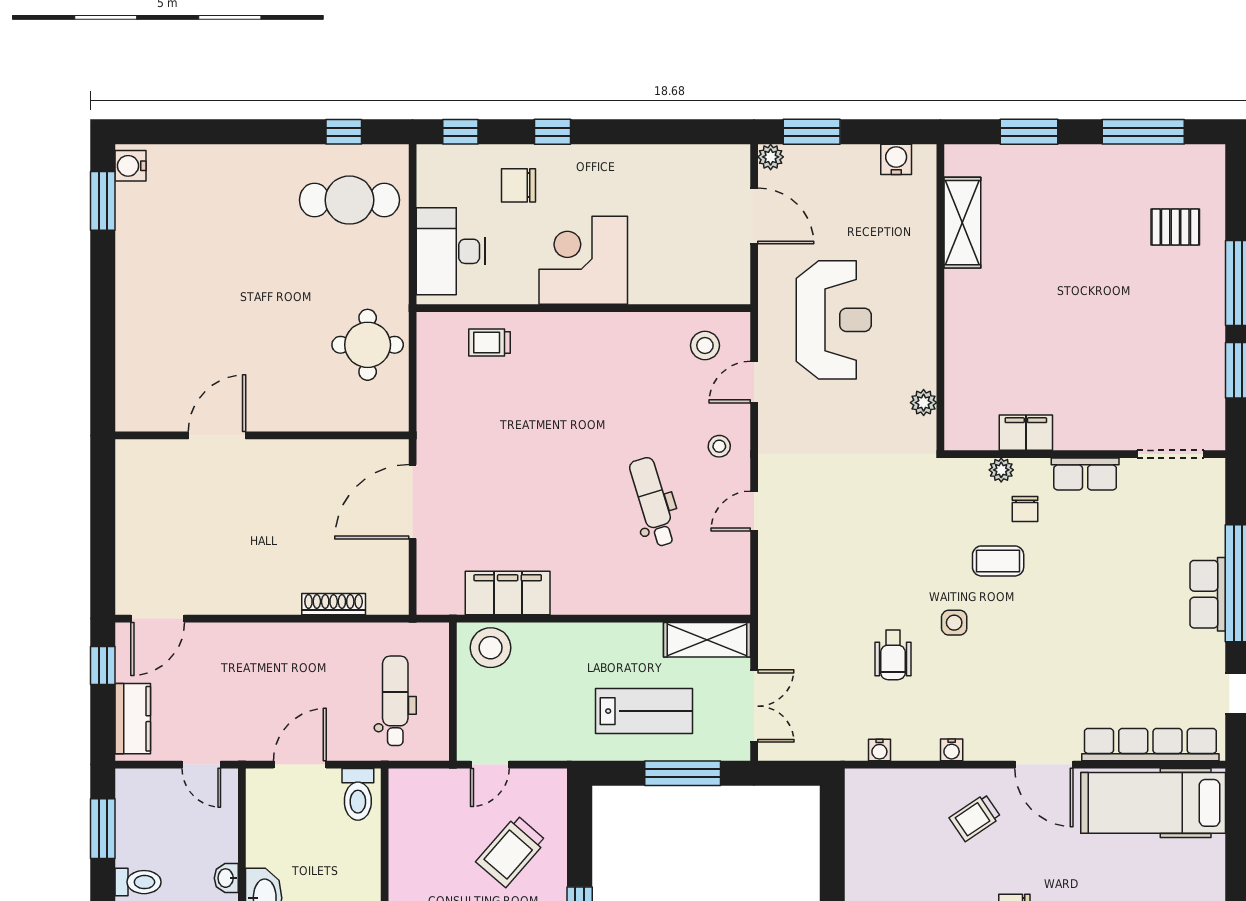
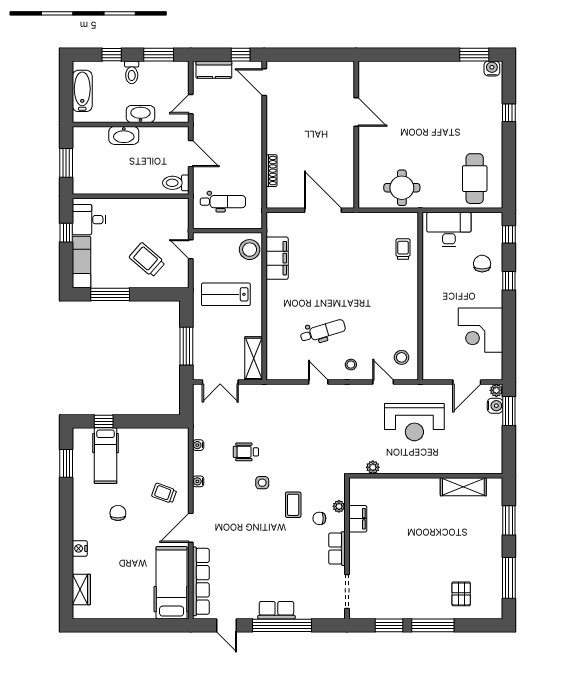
window: (344, 132) -> (509, 113), moved
water cooler: (896, 159) -> (495, 406), moved
corner desk: (583, 260) -> (481, 330), moved, turned 180
lab bench: (644, 711) -> (226, 294), moved, turned 90
trolley: (975, 818) -> (164, 493), turned -36
washbasin: (226, 878) -> (140, 114), width x1.91, depth x1.45

